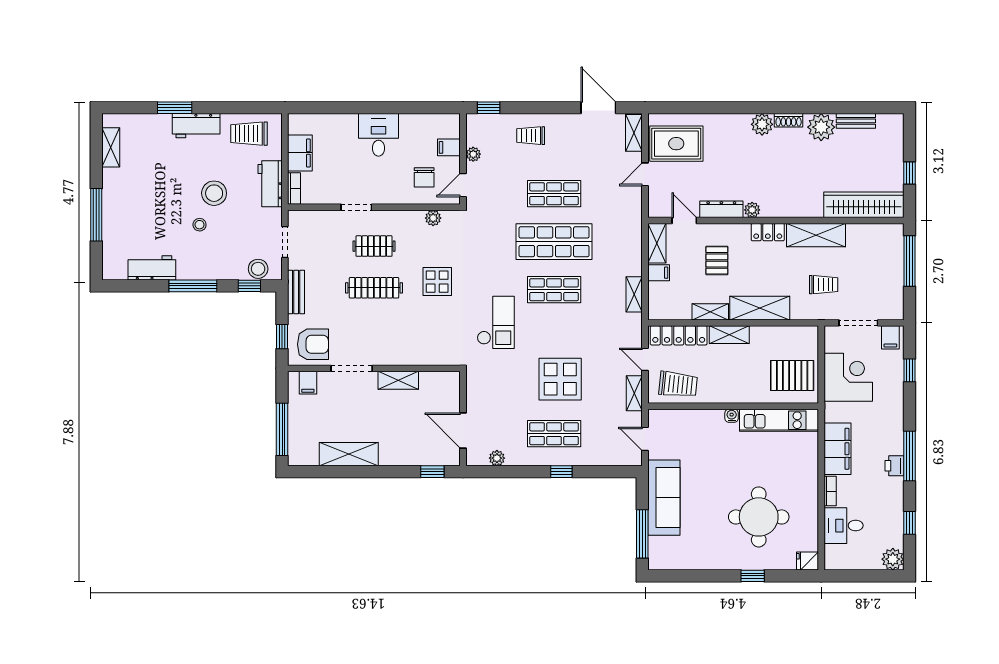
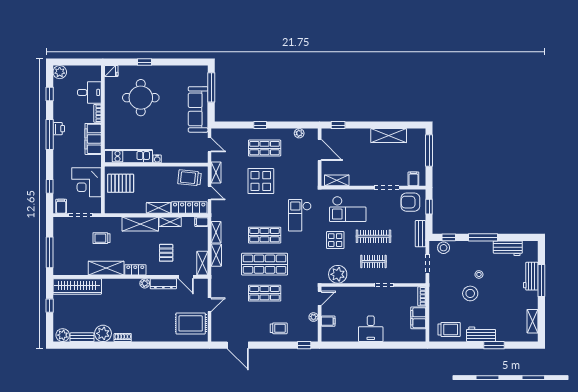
plant: (762, 124) -> (63, 335), moved
shelving: (634, 133) -> (216, 255), moved
chair: (424, 177) -> (343, 303), removed
workbench: (270, 184) -> (531, 276), moved, turned 180
plant: (433, 218) -> (338, 274), width x1.87, depth x1.87
filing cabinet: (659, 273) -> (201, 222), moved
checkout: (416, 333) -> (348, 209), added
shelving: (398, 380) -> (337, 180), moved

